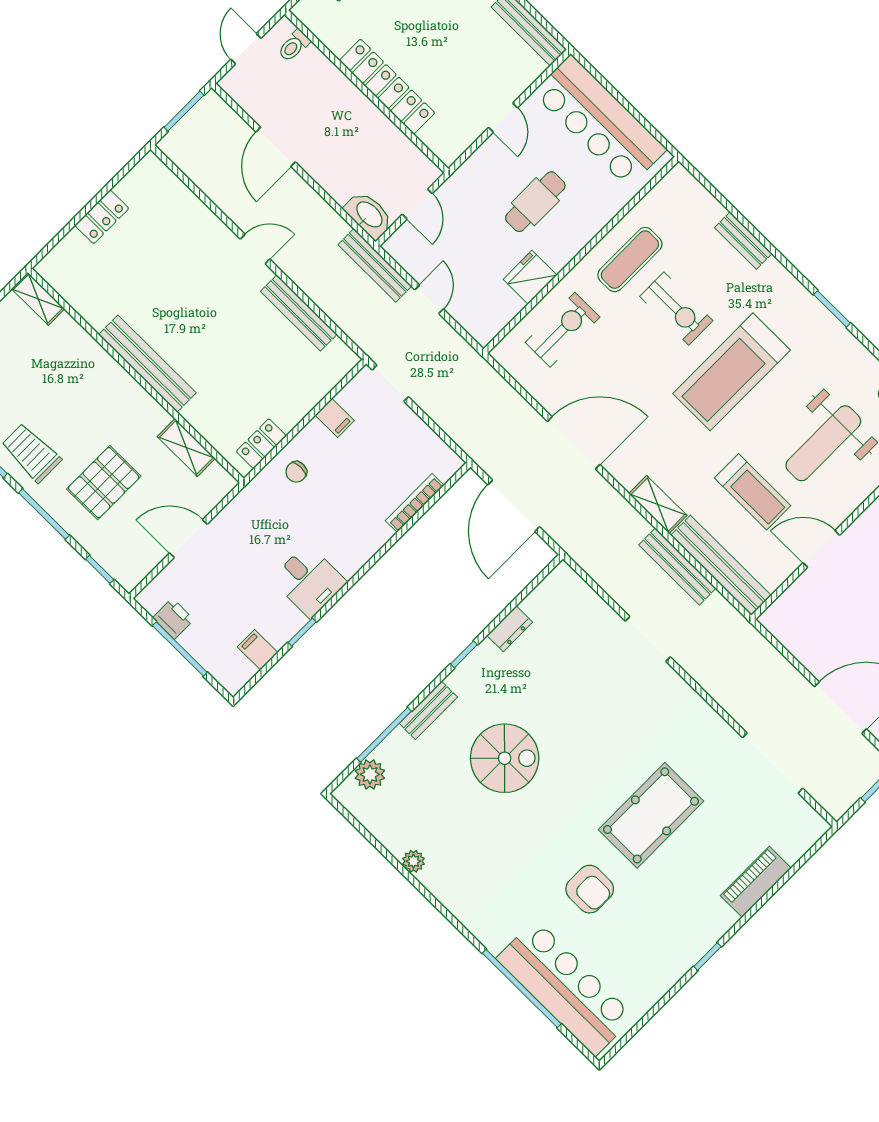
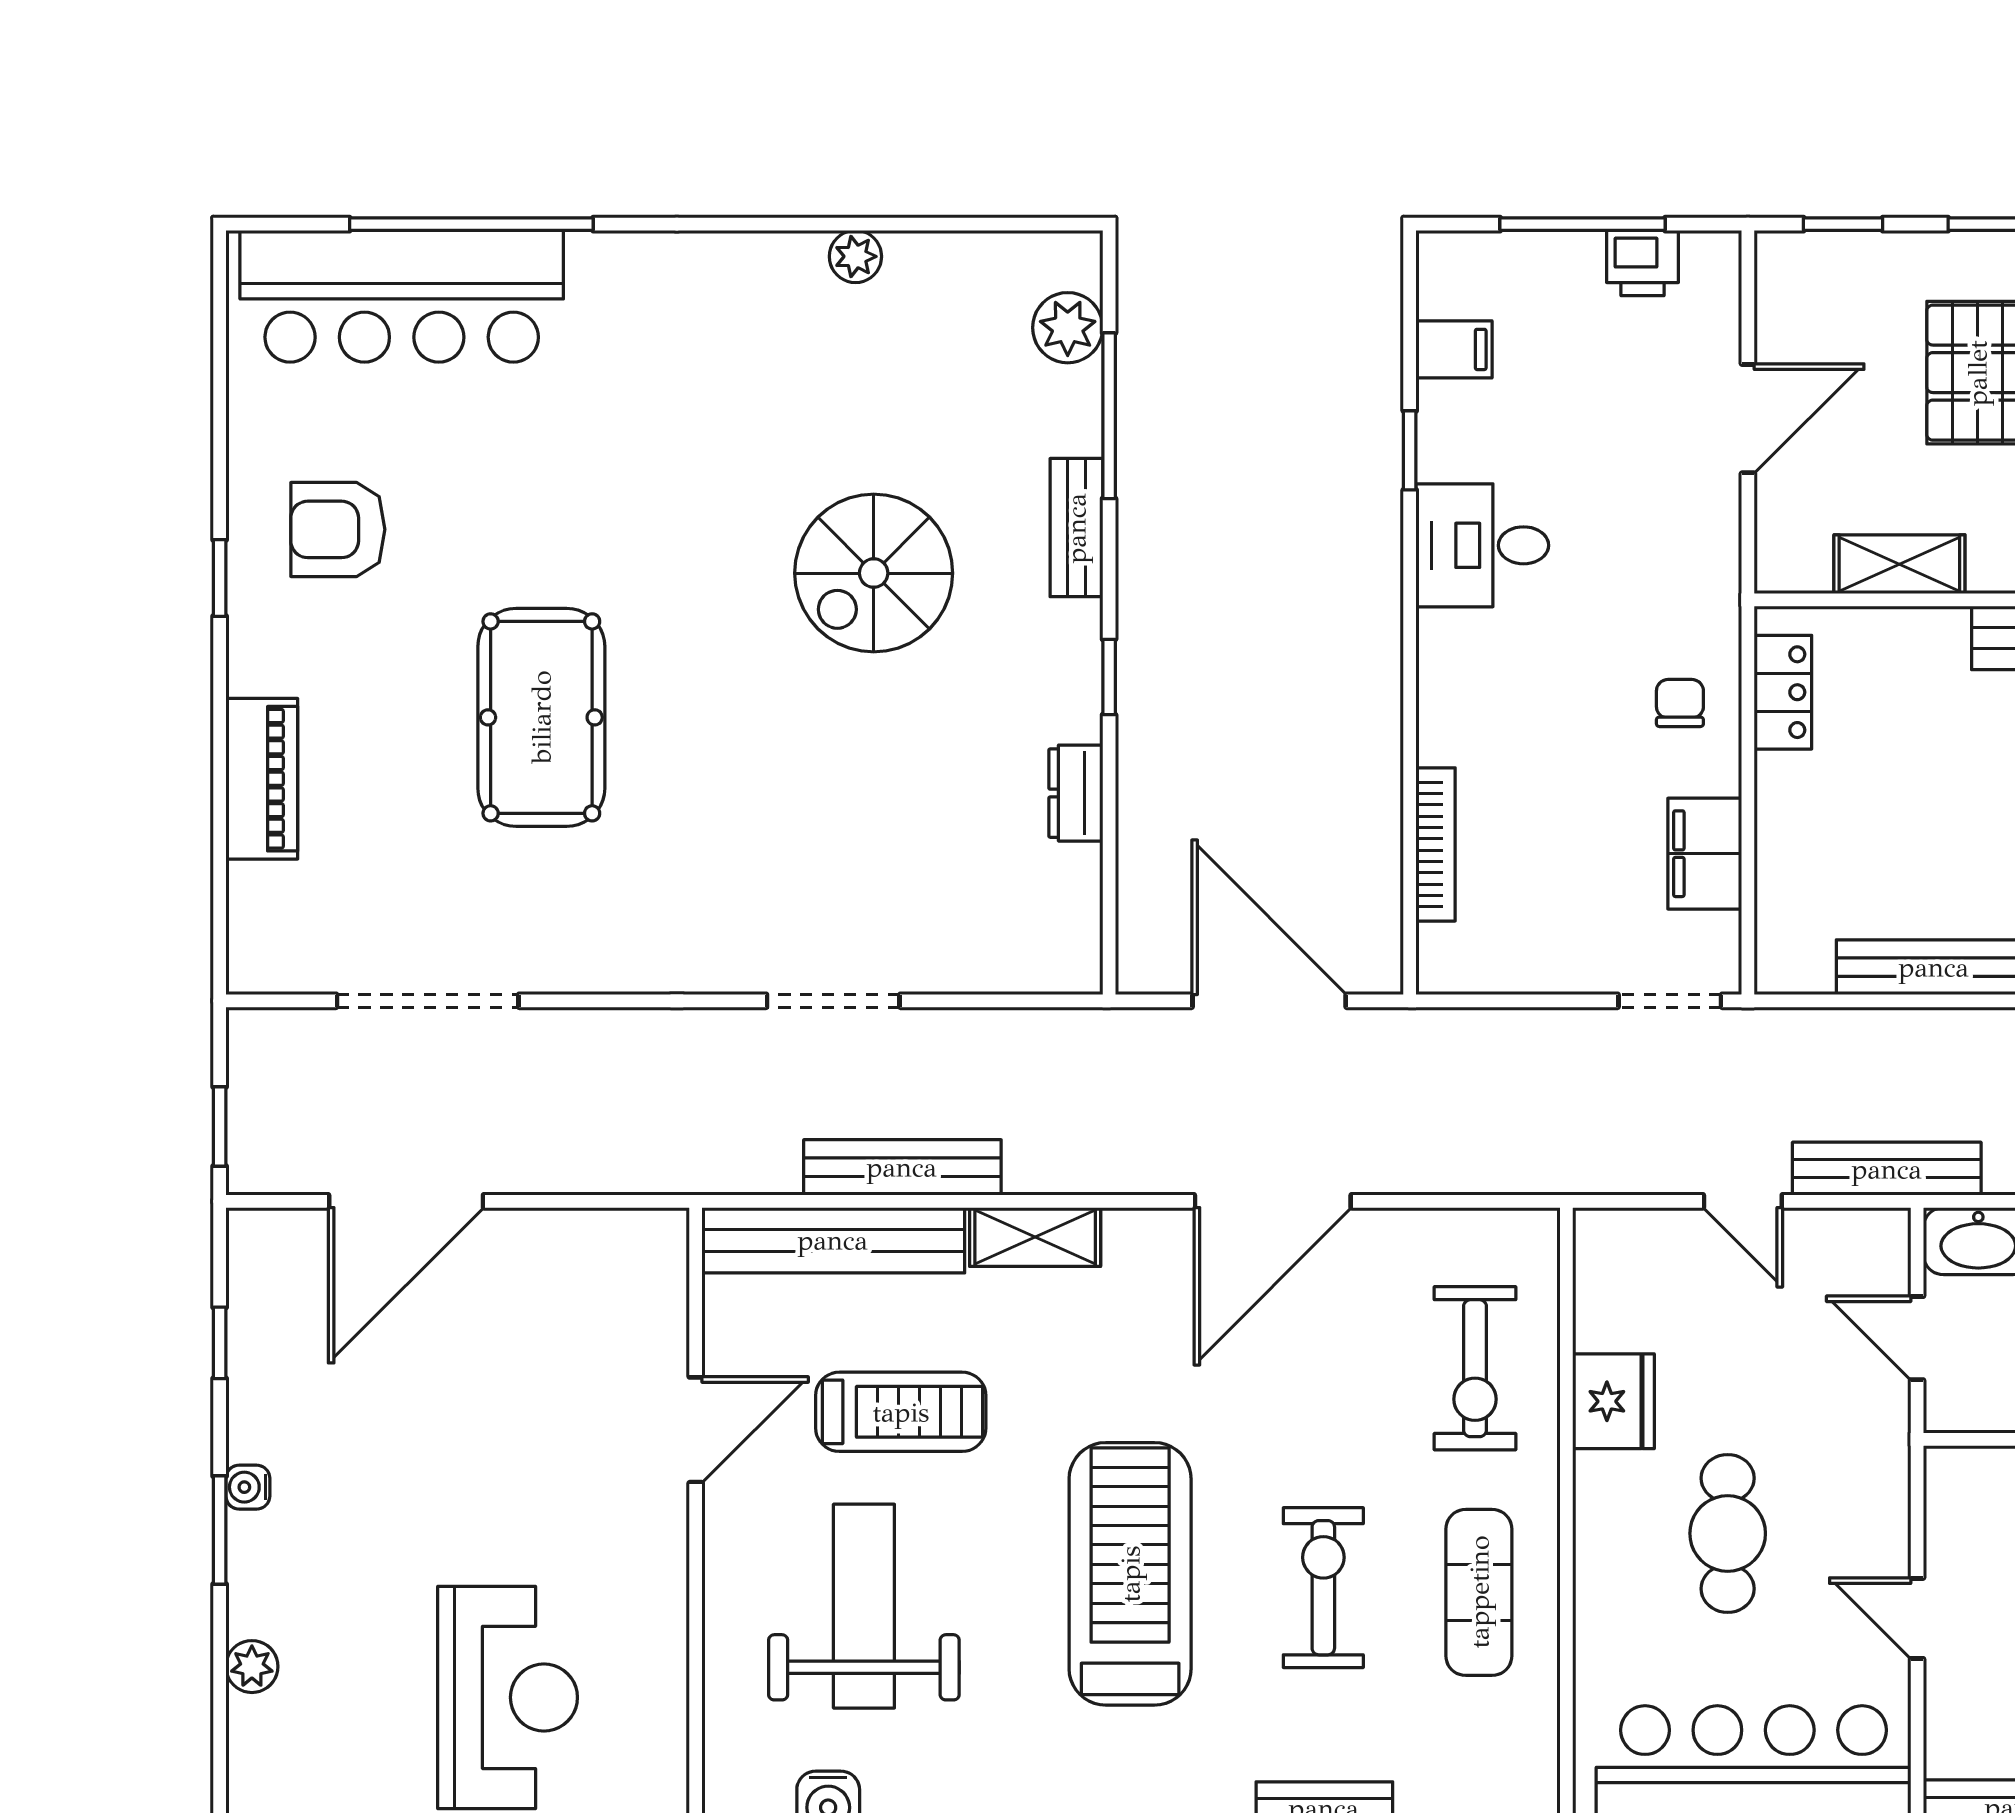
exercise bike: (676, 309) -> (1323, 1588), turned 90
filing cabinet: (335, 418) -> (1705, 854), width x2.00
treadmill: (753, 492) -> (901, 1412), turned 180
armchair: (590, 889) -> (338, 529), moved

